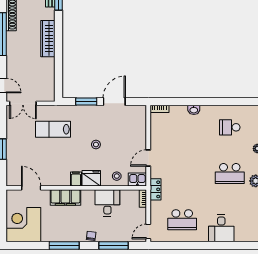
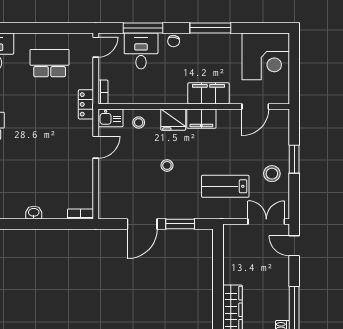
lab bench: (53, 129) -> (225, 186), turned 180
stool: (19, 139) -> (272, 174), added
filing cabinet: (76, 179) -> (201, 119), width x2.00
door: (31, 188) -> (255, 107), hinge flipped
desk: (107, 203) -> (141, 51), moved, turned 180

